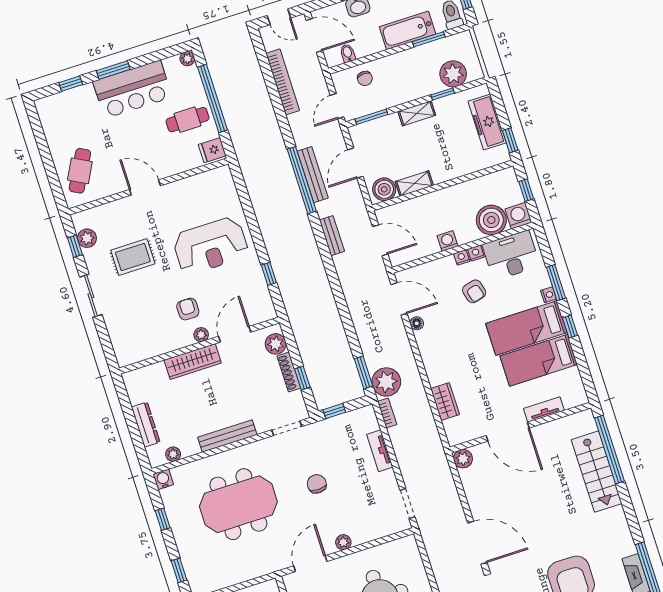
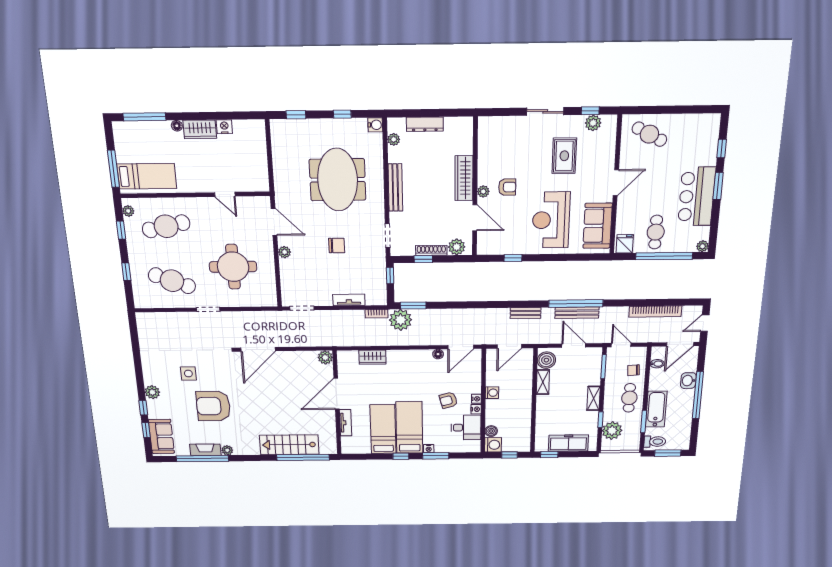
cafe table: (403, 69) -> (629, 398), added
sofa: (201, 190) -> (598, 226), added
boiler: (491, 220) -> (491, 431), width x0.54, depth x0.54
desk: (511, 255) -> (466, 428), width x0.73
plant: (628, 547) -> (227, 450), added

